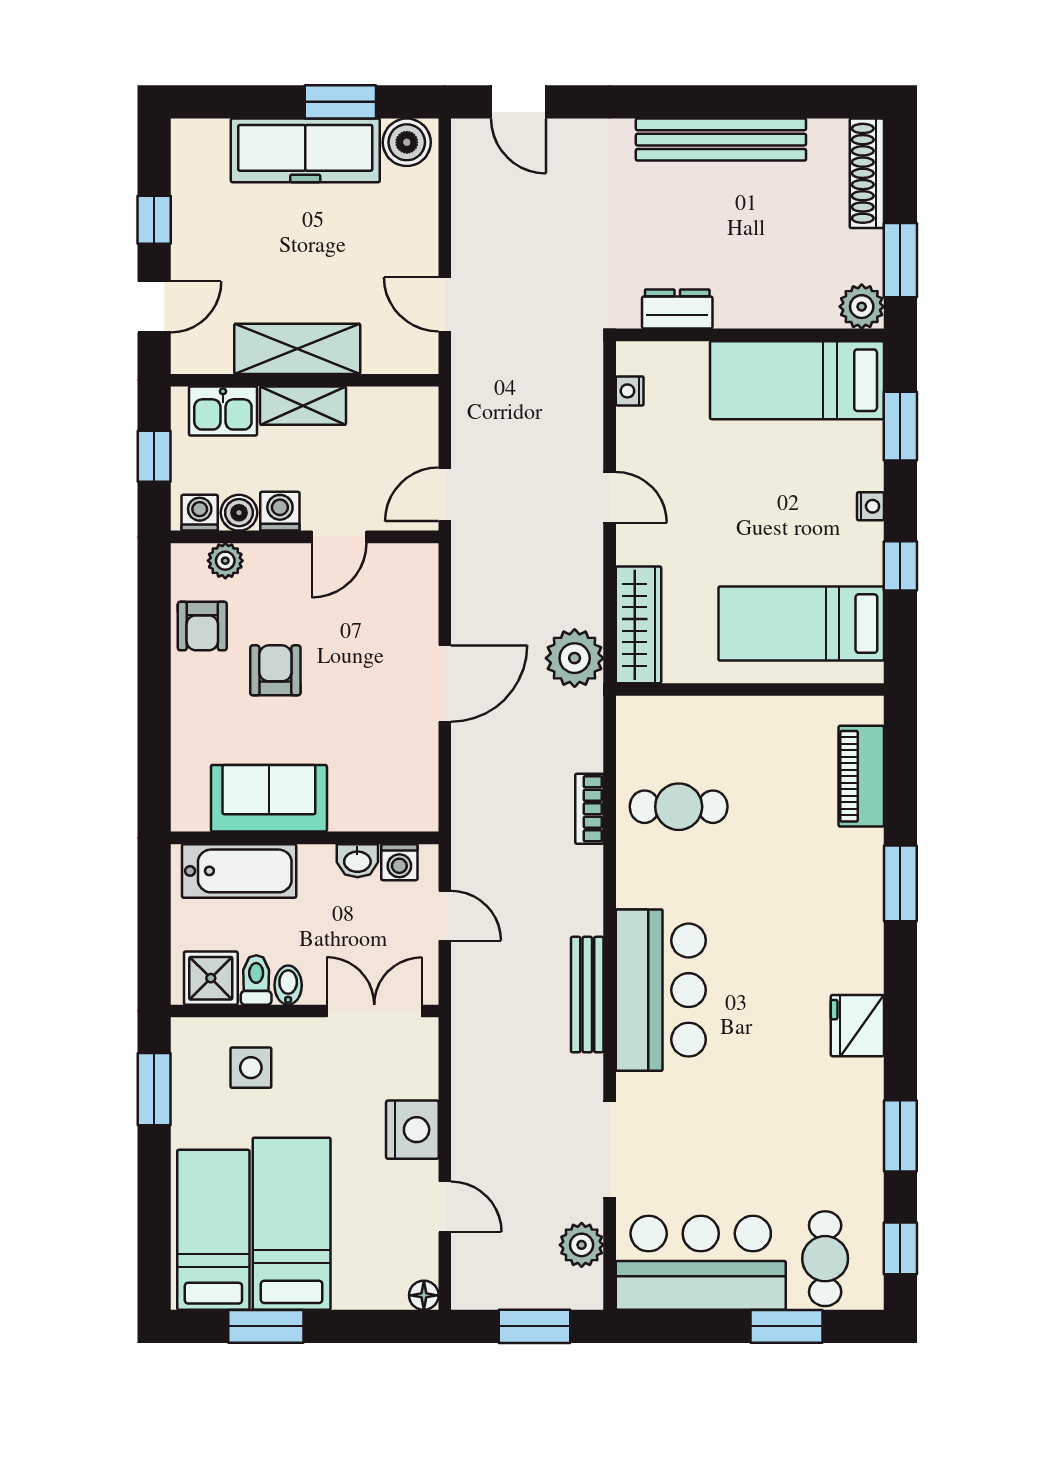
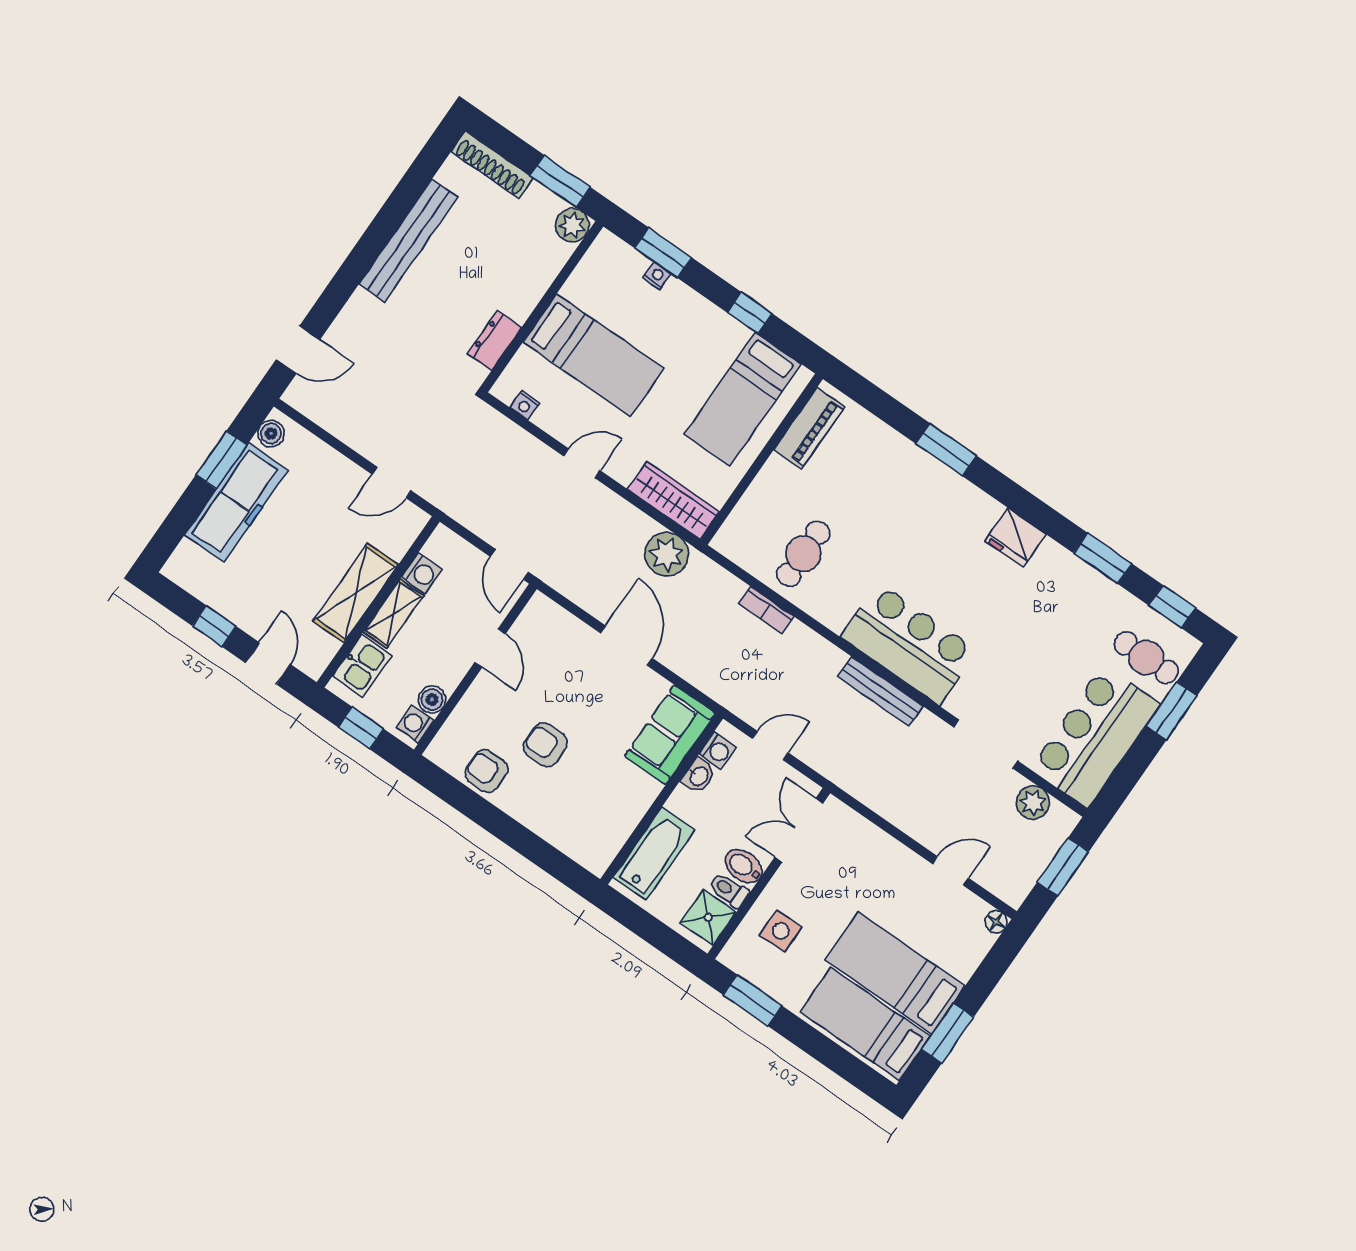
boiler: (407, 142) -> (271, 433), width x0.73, depth x0.73
bed: (797, 380) -> (593, 355), moved, turned -90
nightstand: (870, 506) -> (657, 276), moved
washing machine: (280, 511) -> (422, 573), moved, turned 180
plant: (225, 561) -> (456, 729), removed
armchair: (202, 626) -> (486, 771), turned 180
piano: (861, 776) -> (809, 428), moved, turned -90
sofa: (269, 798) -> (670, 735), moved
bidet: (288, 985) -> (744, 866), width x1.38, depth x1.36
nightstand: (412, 1130) -> (889, 858), removed

